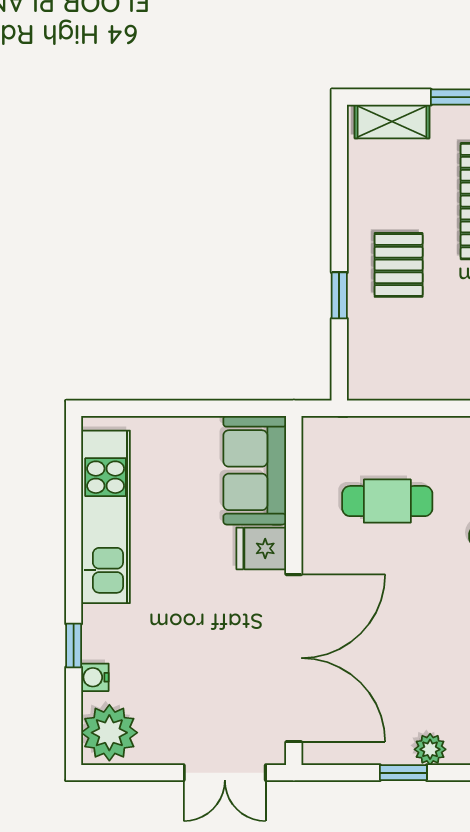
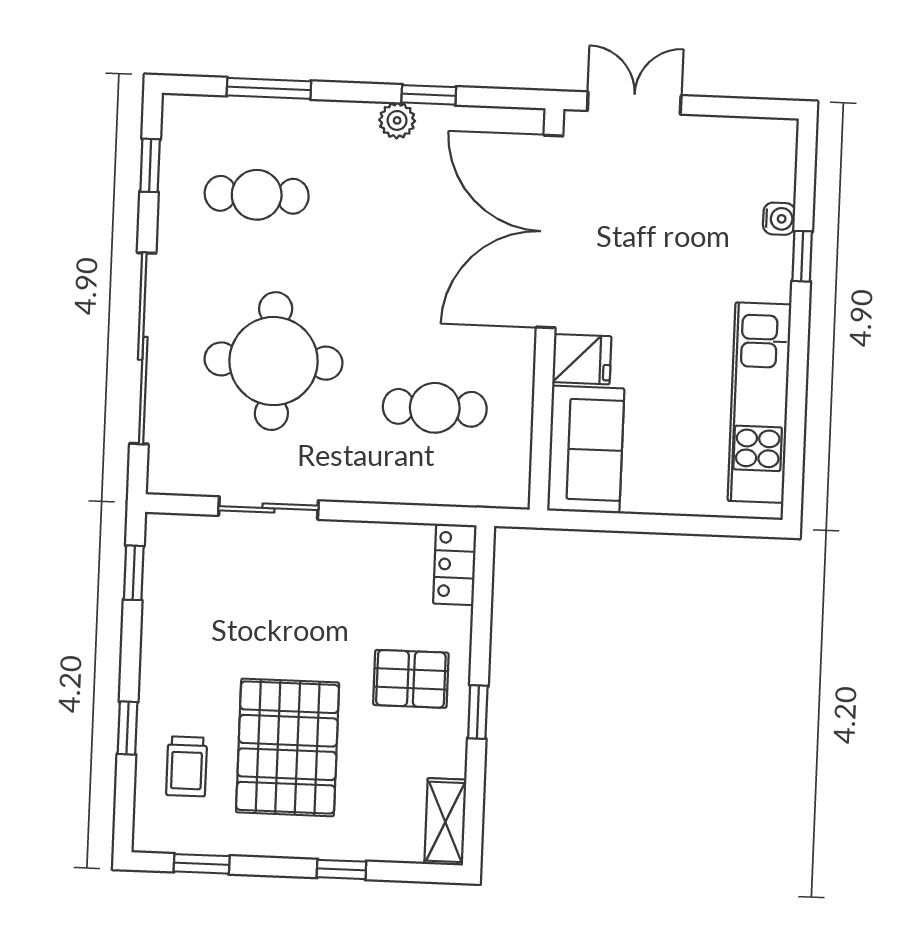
shelving: (392, 121) -> (445, 822), moved, turned 90
pallet: (399, 265) -> (411, 679), turned 90
window: (339, 295) -> (478, 712), moved
locker: (364, 366) -> (455, 564), added
plant: (109, 733) -> (765, 154), removed

